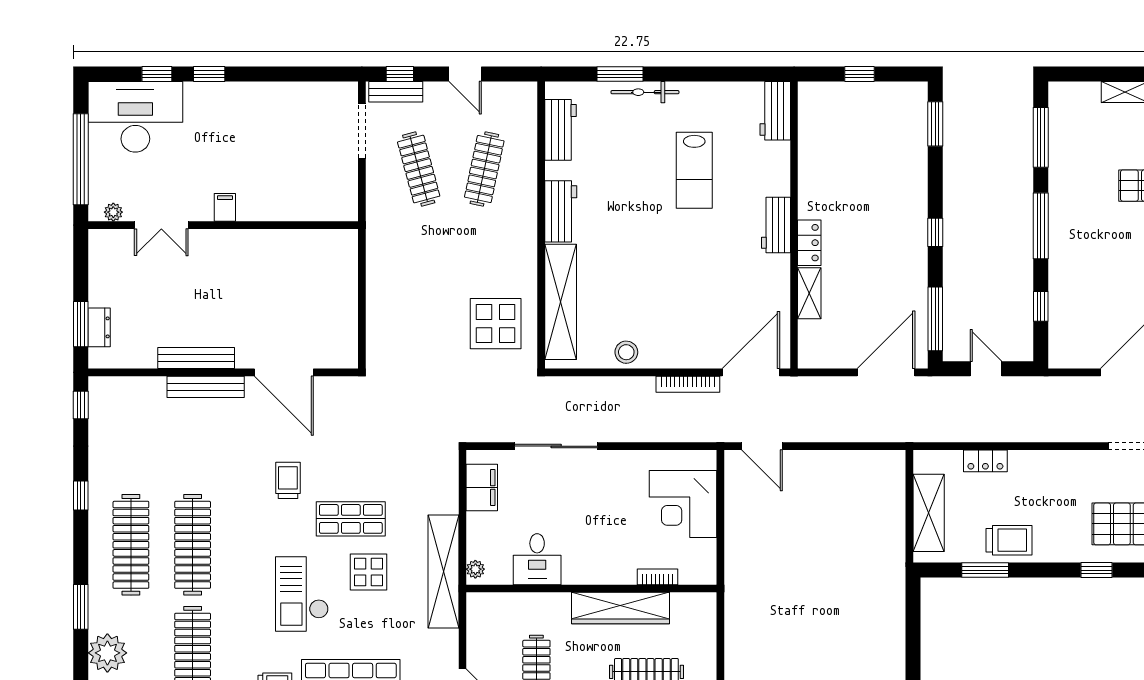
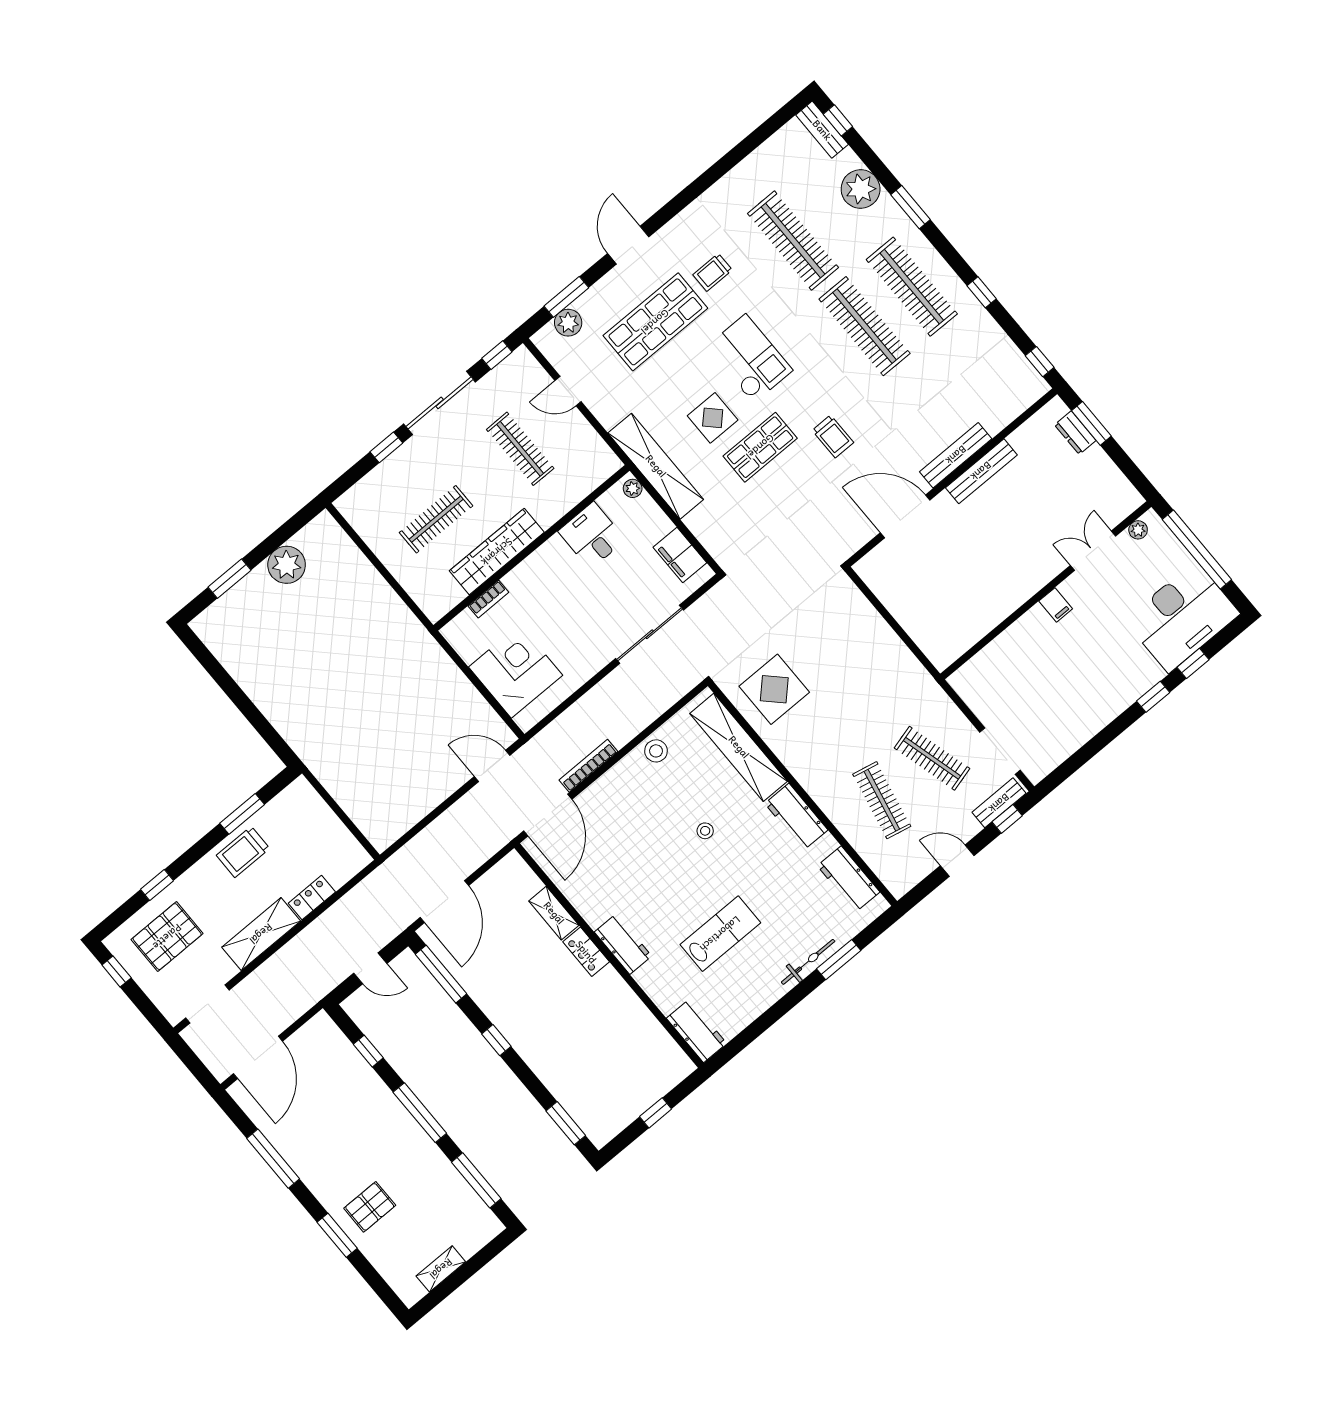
lab bench: (694, 170) -> (720, 934), turned 90
stool: (640, 259) -> (705, 831), added
shelving: (929, 513) -> (261, 934), moved, turned 90

